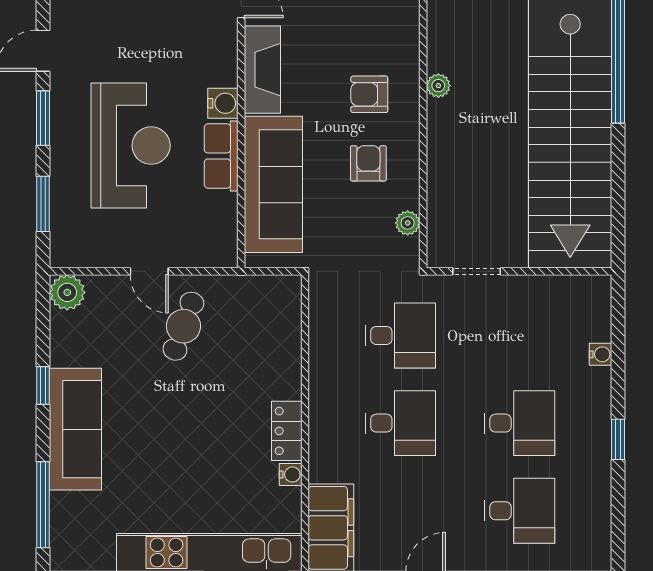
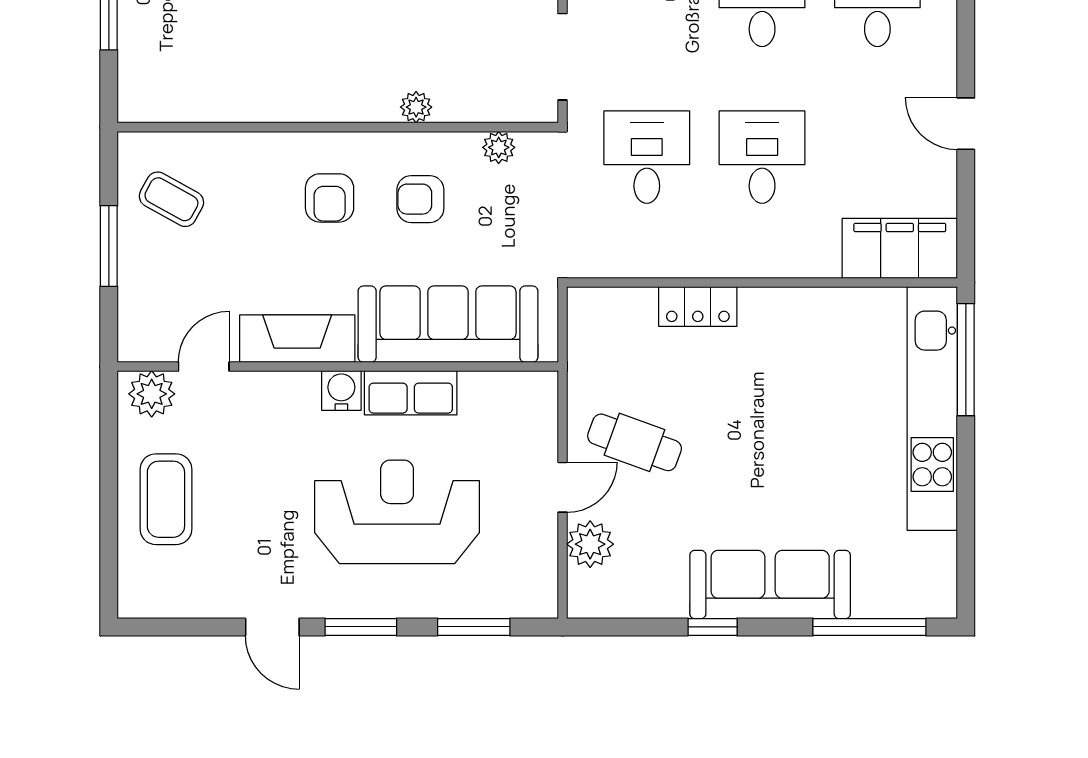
plant: (438, 86) -> (416, 107), moved
doorway: (477, 271) -> (563, 57), width x1.38
plant: (67, 292) -> (590, 544), moved
locker: (287, 431) -> (698, 306), moved
water cooler: (291, 474) -> (830, 301), removed

